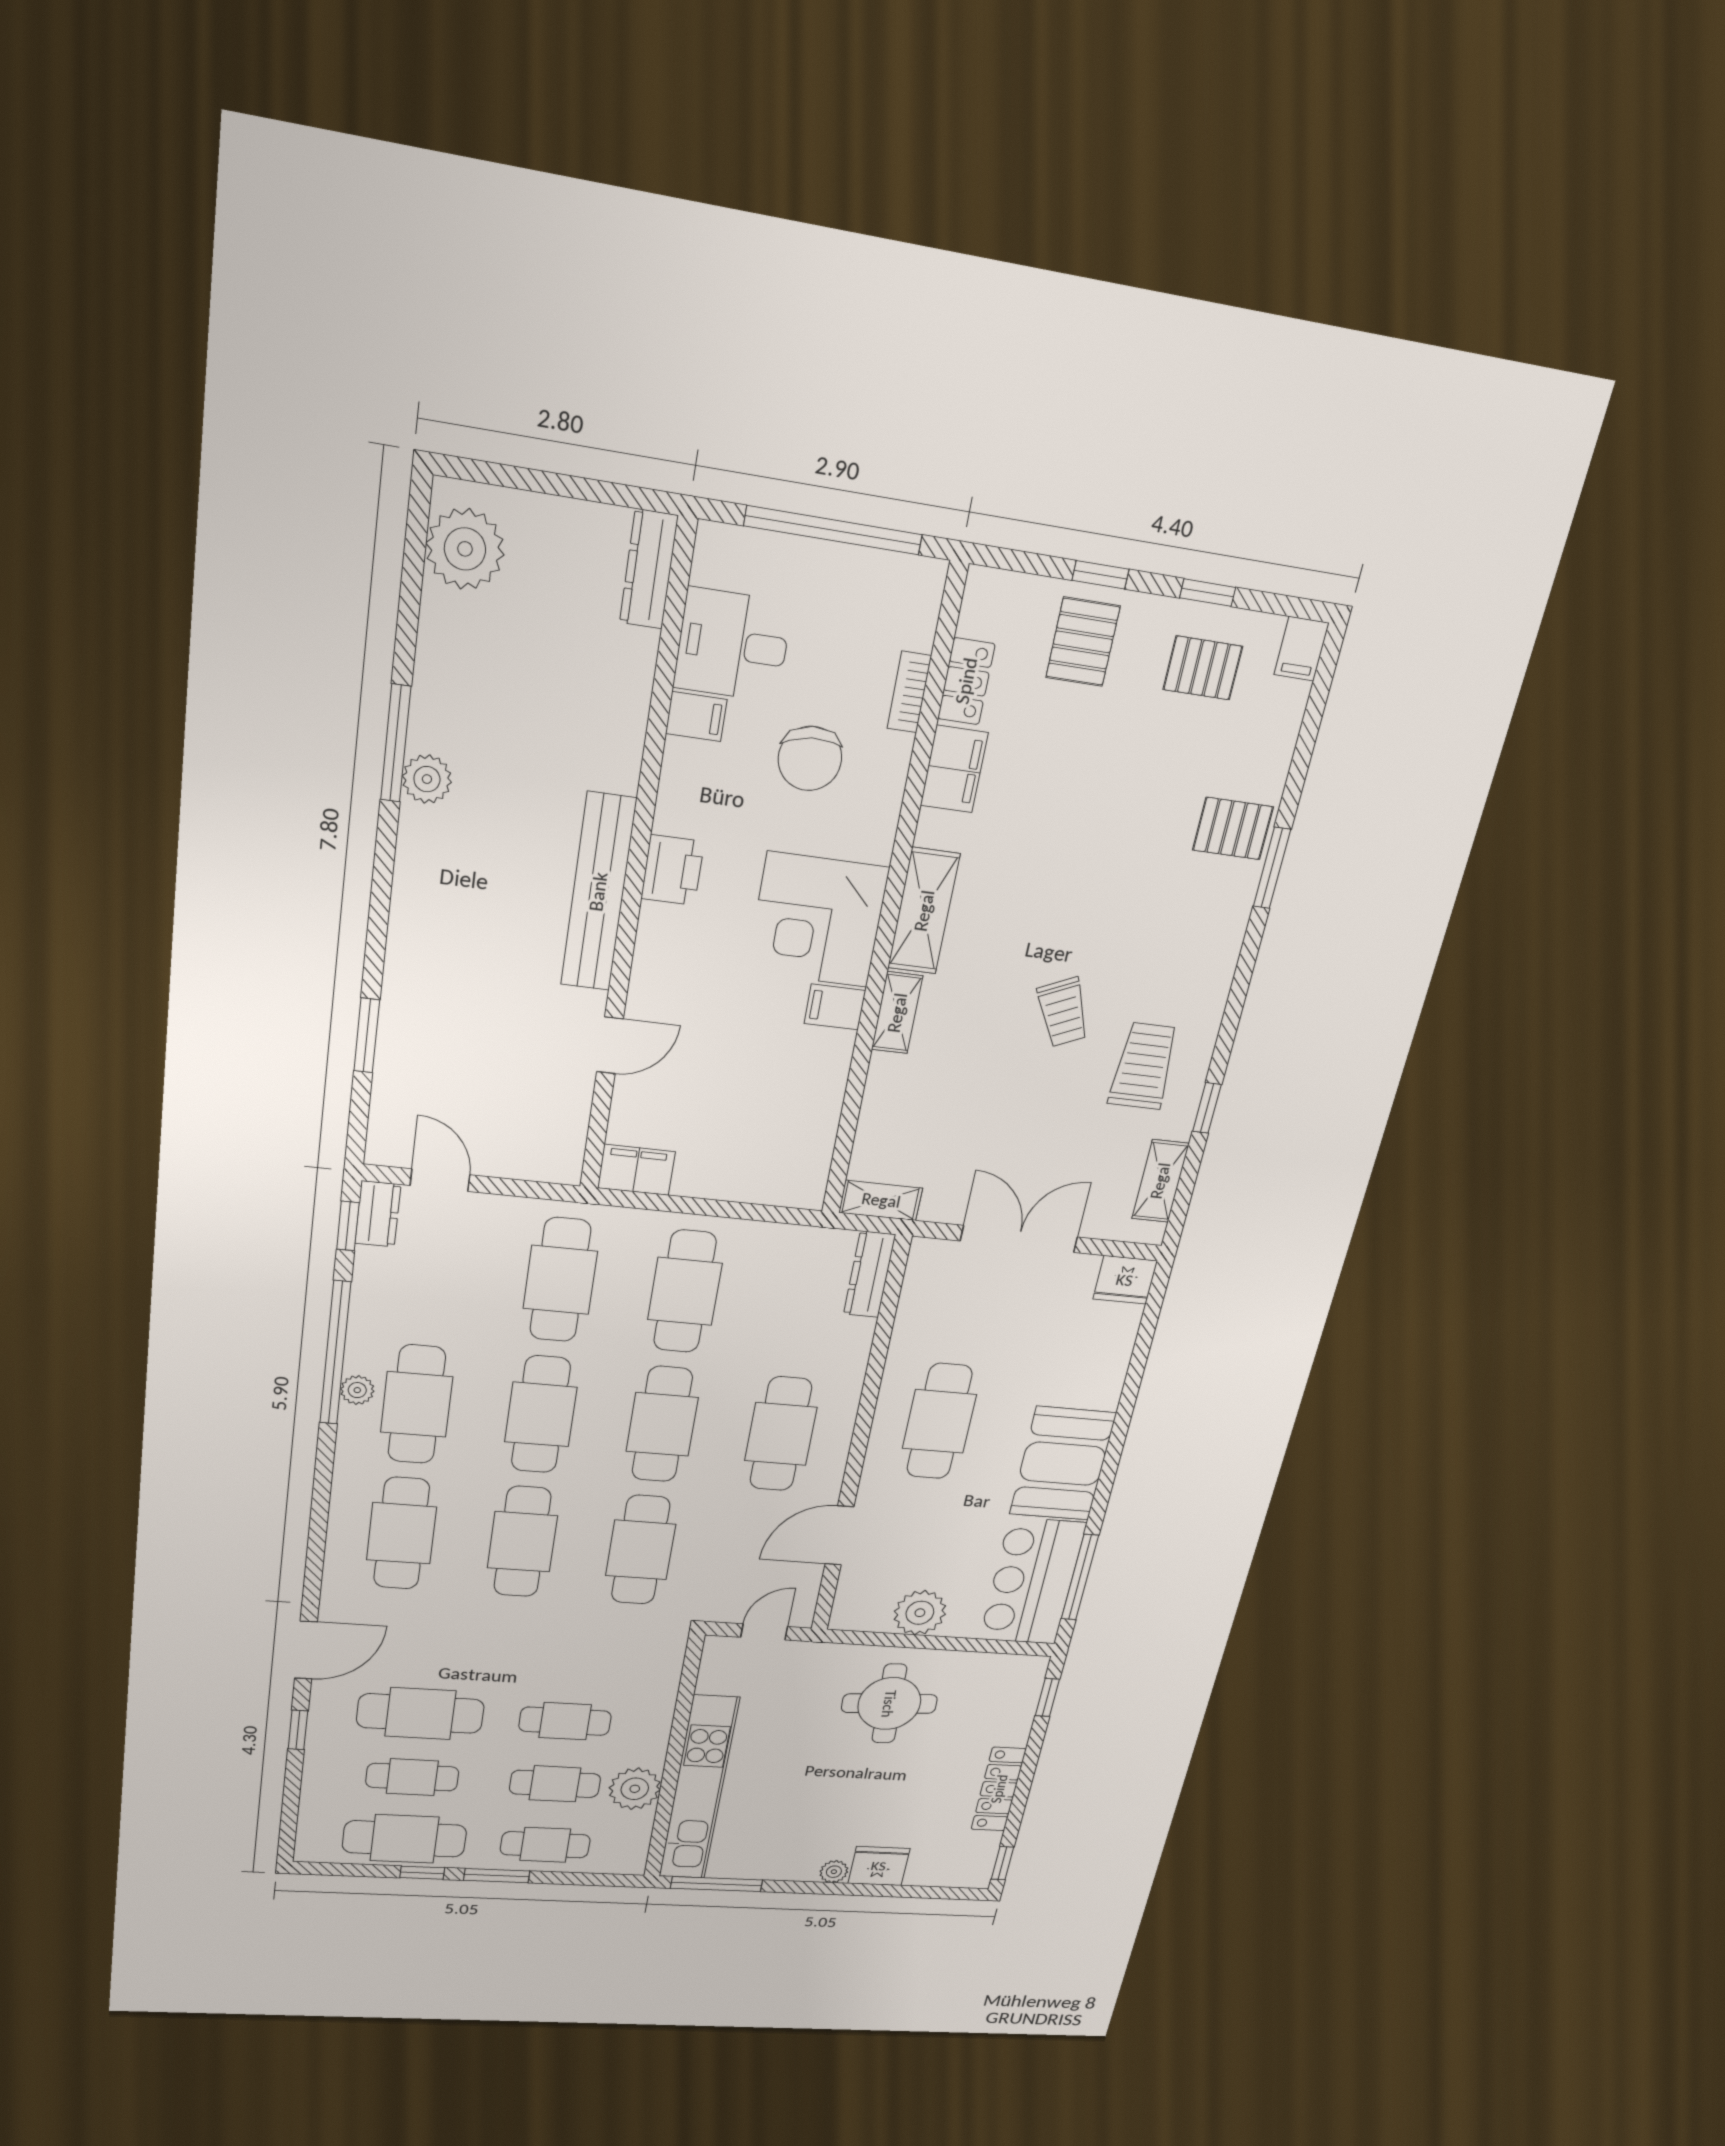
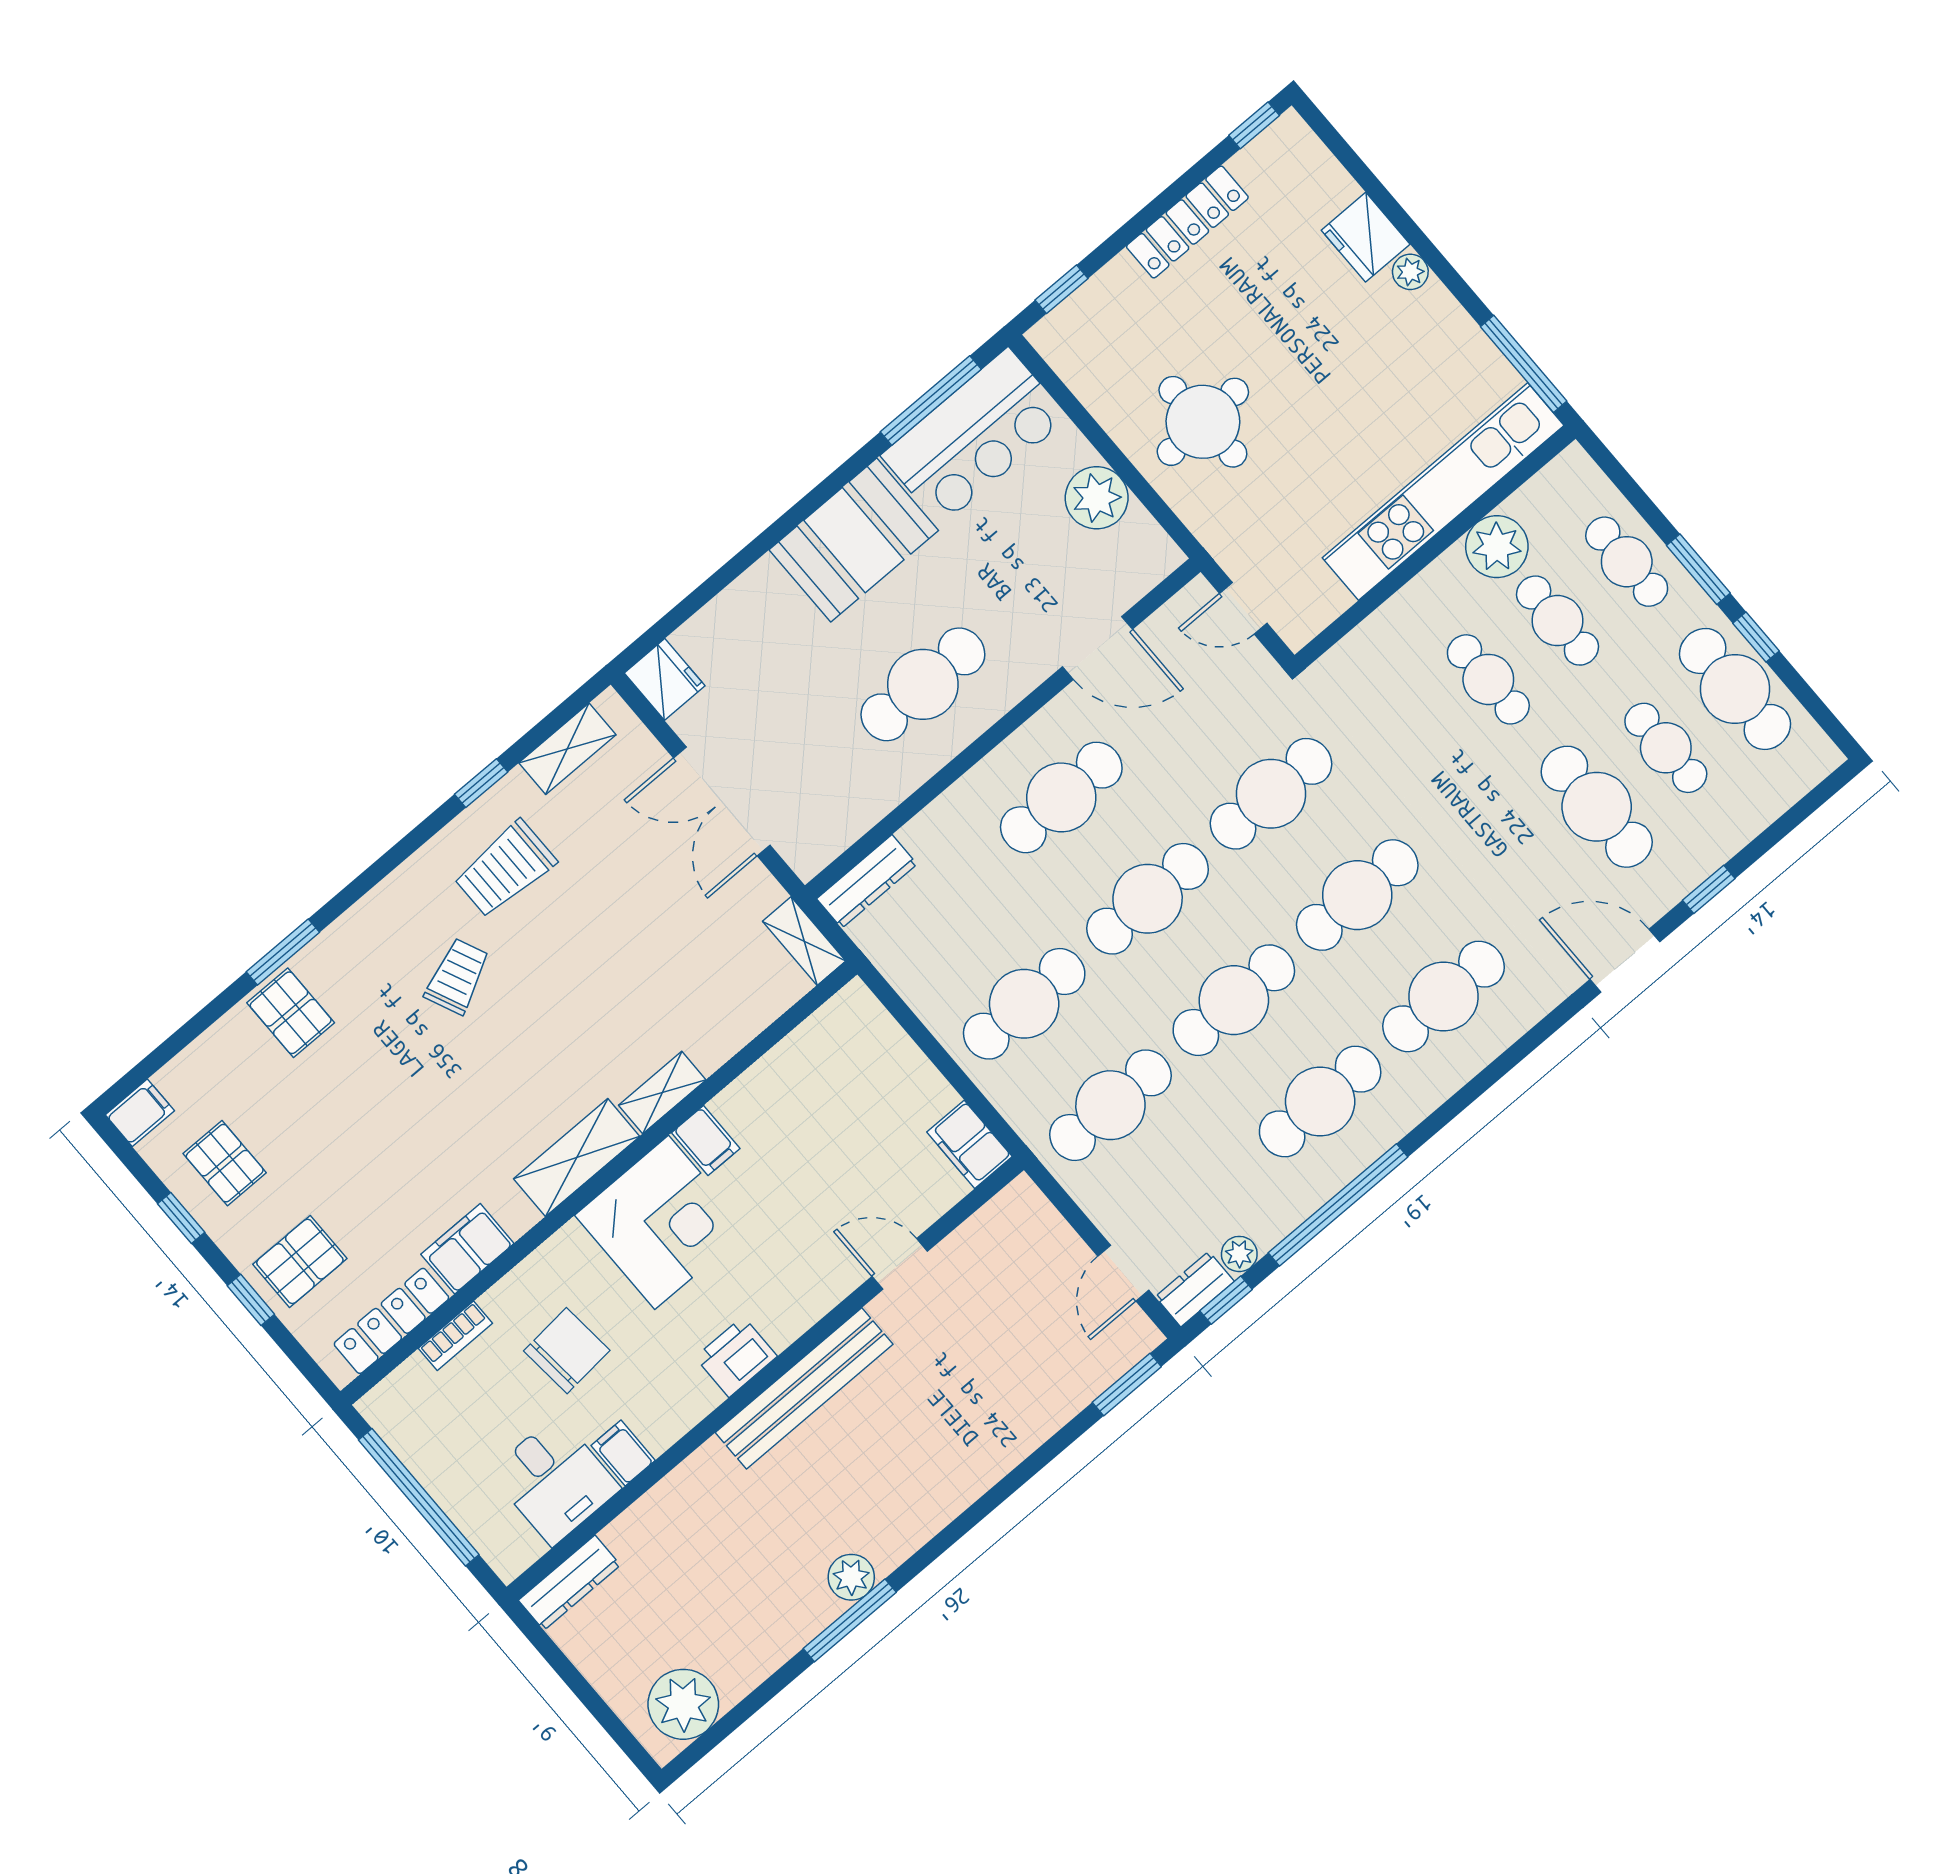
locker: (966, 681) -> (391, 1321), width x1.53
trolley: (1063, 1012) -> (457, 976), moved
window: (367, 1036) -> (1127, 1385), moved
plant: (357, 1390) -> (1239, 1254), moved

